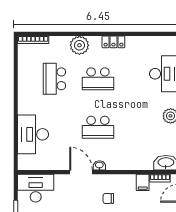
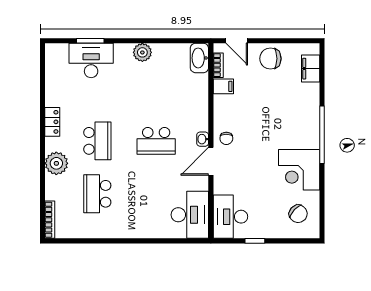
school desk: (54, 79) -> (97, 194), turned 90
school desk: (98, 127) -> (156, 141), turned 90
desk: (33, 134) -> (190, 215), moved, turned -90
chair: (108, 198) -> (226, 138), moved

